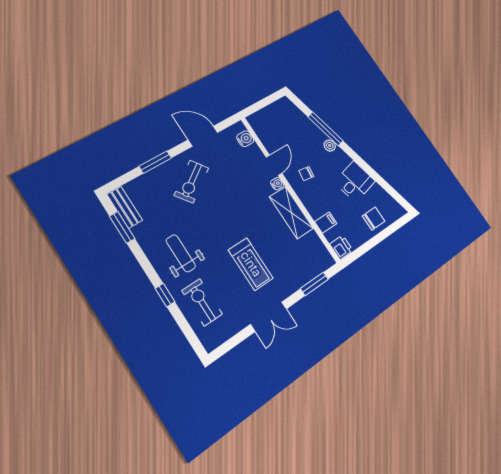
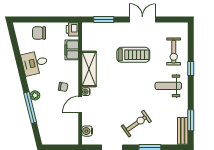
filing cabinet: (326, 223) -> (72, 50), width x2.00
weight bench: (181, 253) -> (168, 86), turned 90
treadmill: (251, 264) -> (133, 55), turned 90

